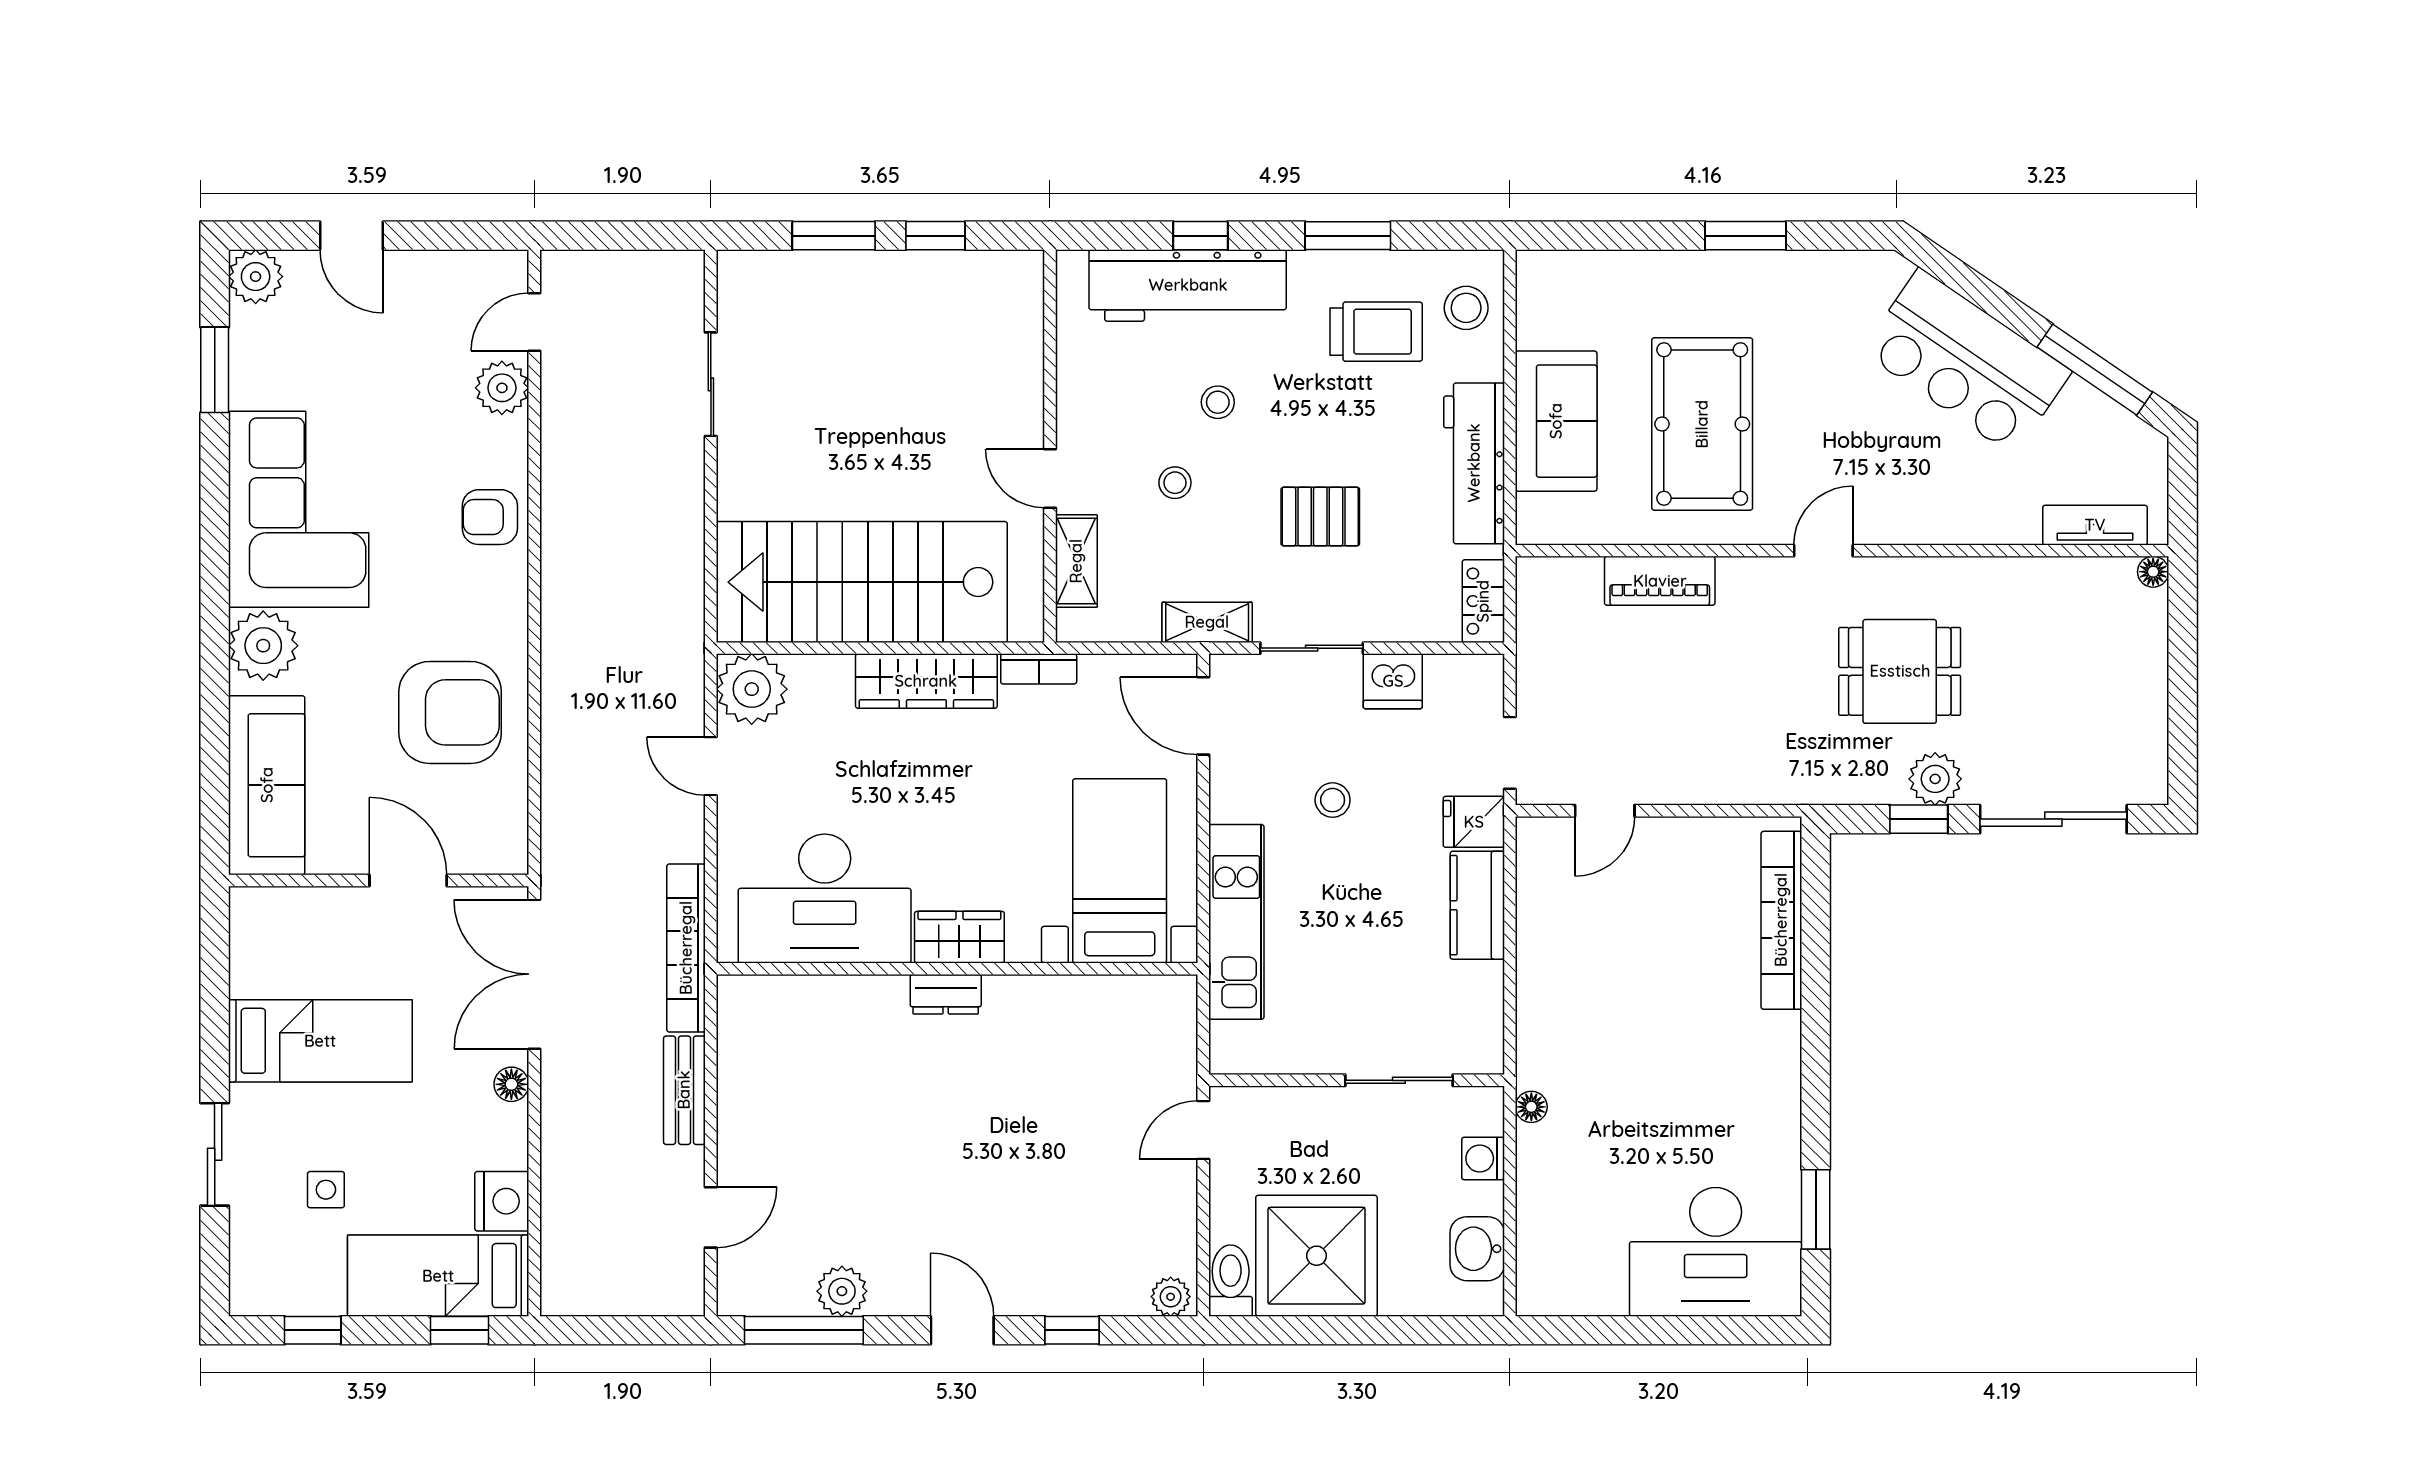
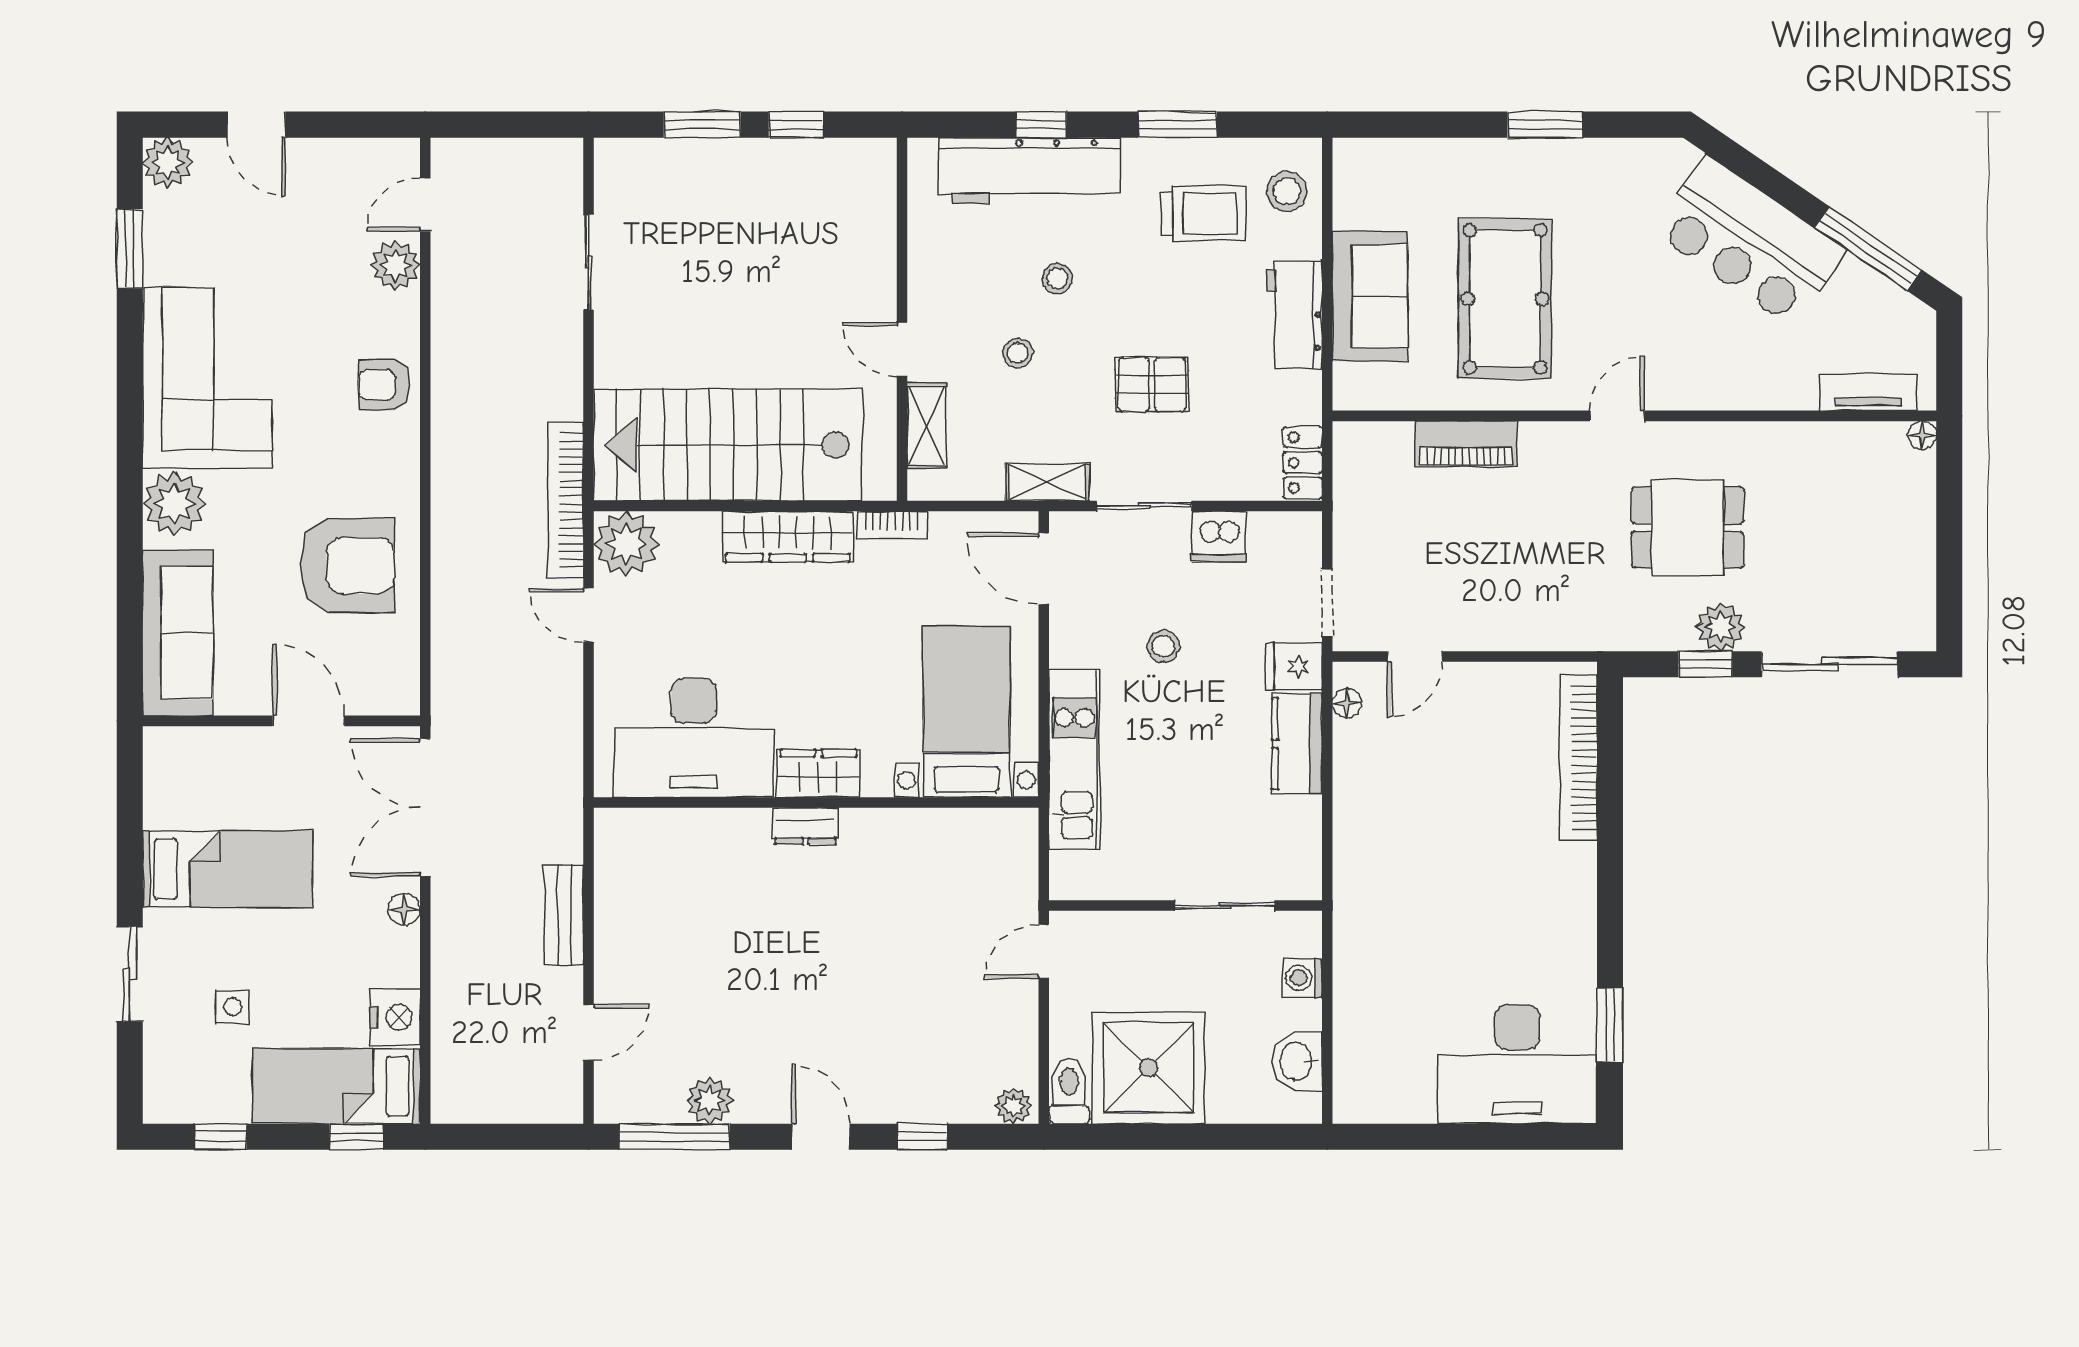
workbench: (1474, 463) -> (1294, 315), width x0.73
bookcase: (686, 948) -> (566, 500), moved
floor lamp: (1531, 1107) -> (1347, 703), moved

